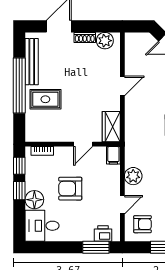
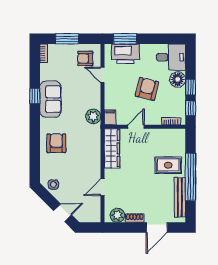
door: (122, 86) -> (103, 187), moved
wardrobe: (111, 127) -> (112, 148), width x1.50
plant: (133, 176) -> (93, 116), moved
armchair: (70, 189) -> (147, 89), turned -76
door: (122, 205) -> (103, 75), hinge flipped
printer: (103, 233) -> (125, 54), width x1.87, depth x1.48

